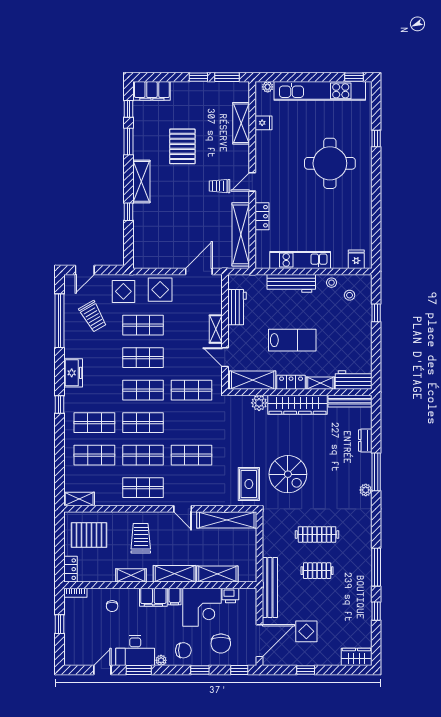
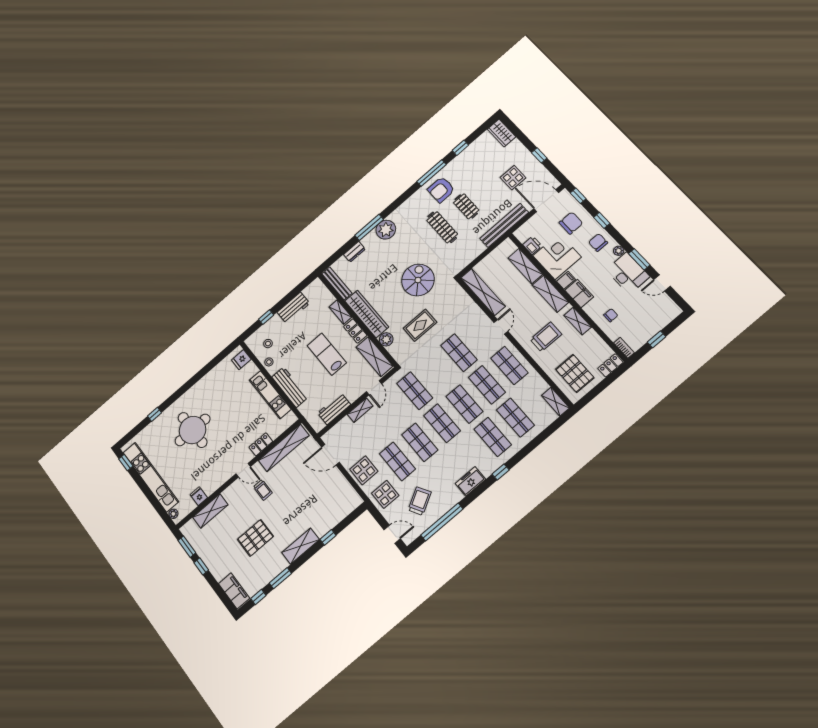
workbench: (354, 380) -> (293, 308), moved, turned -90
rug: (249, 484) -> (420, 325), moved
plant: (366, 490) -> (386, 230), width x1.88, depth x1.88
trolley: (141, 538) -> (546, 337), turned 180
armchair: (353, 563) -> (441, 190), added

